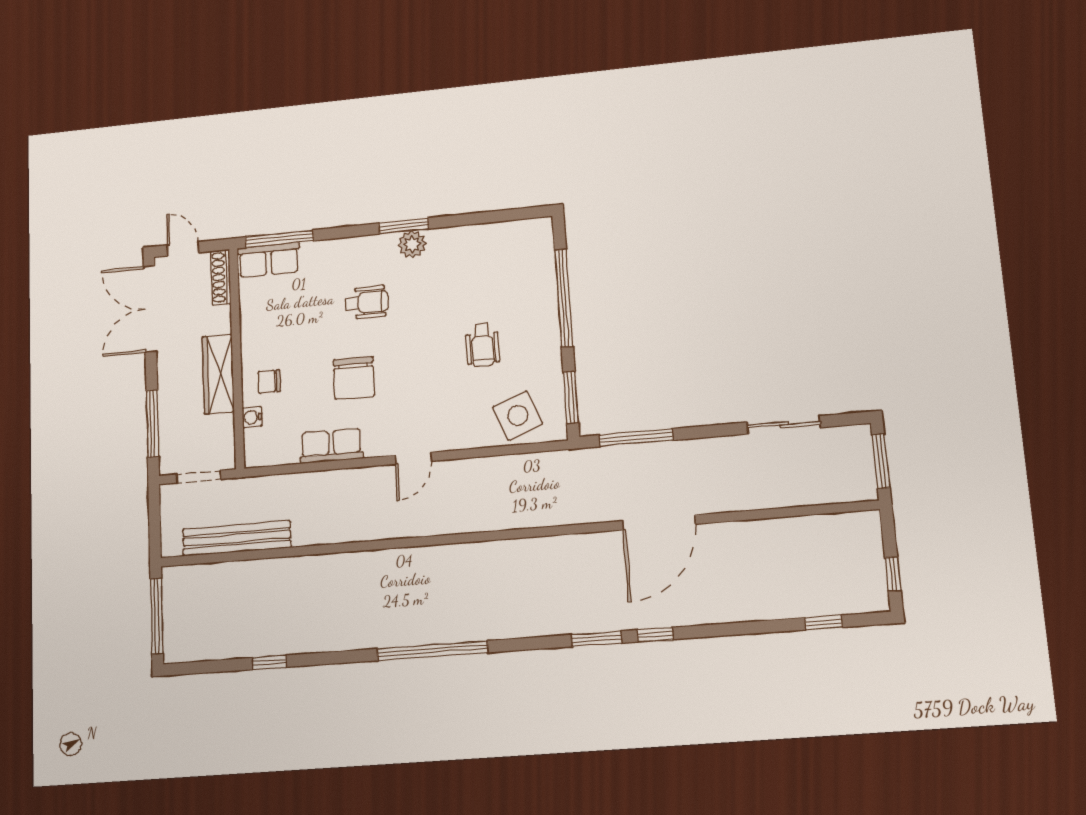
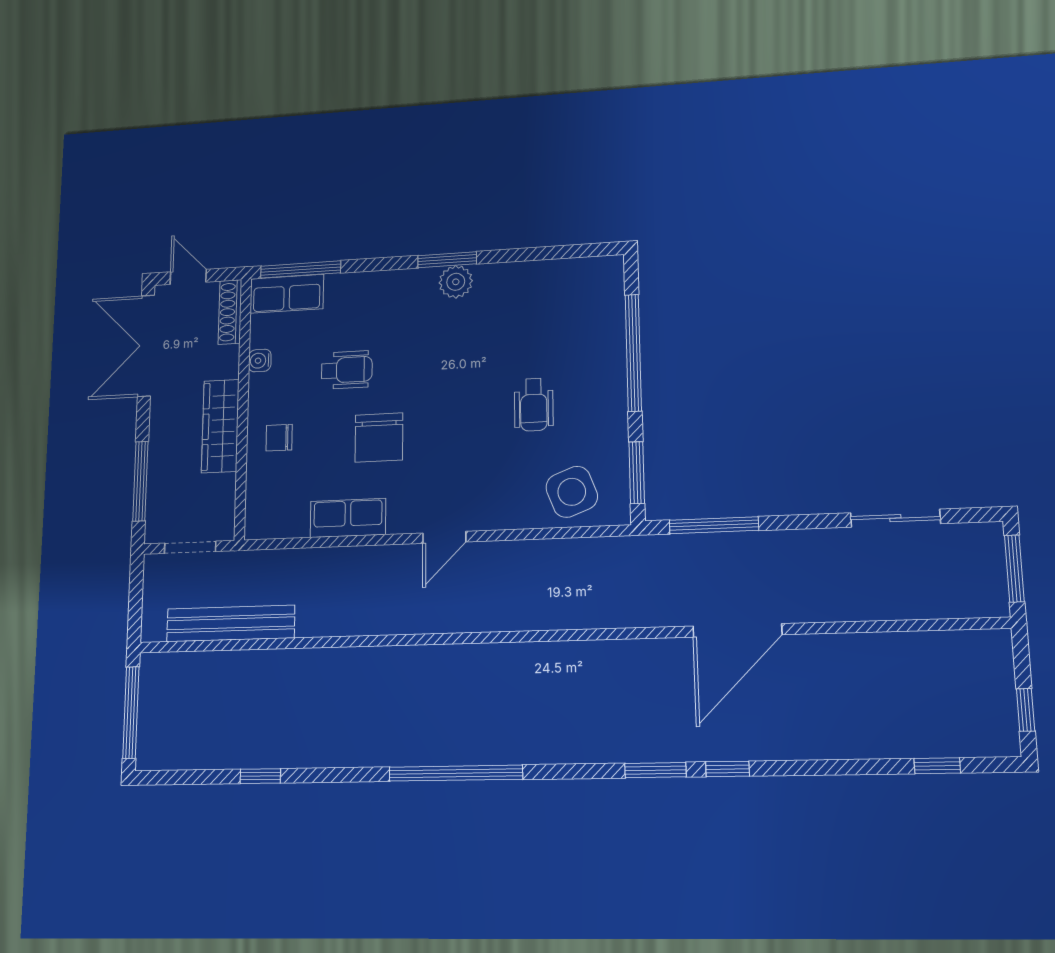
wheelchair: (367, 302) -> (347, 370), moved
water cooler: (252, 417) -> (260, 361), moved

